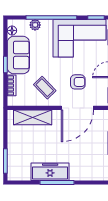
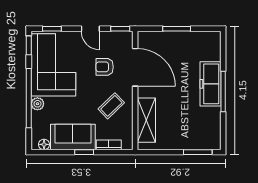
plant: (35, 25) -> (37, 104), moved
armchair: (78, 82) -> (105, 67), turned -90
freezer: (50, 172) -> (210, 84), moved

